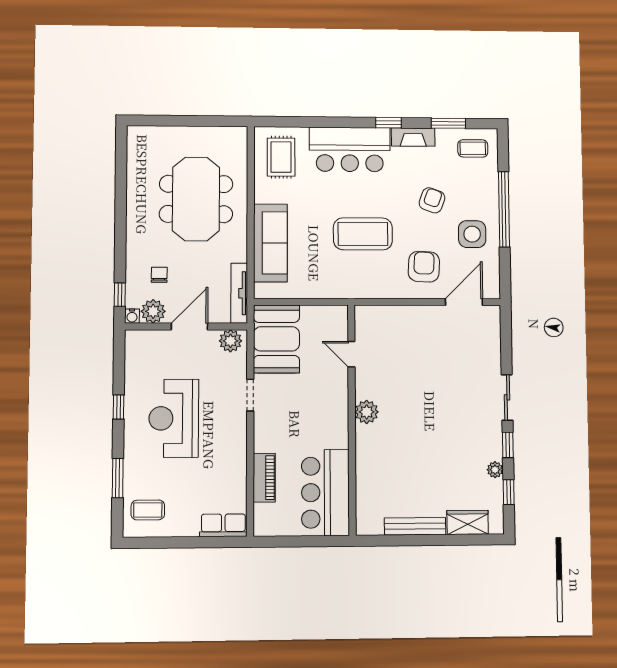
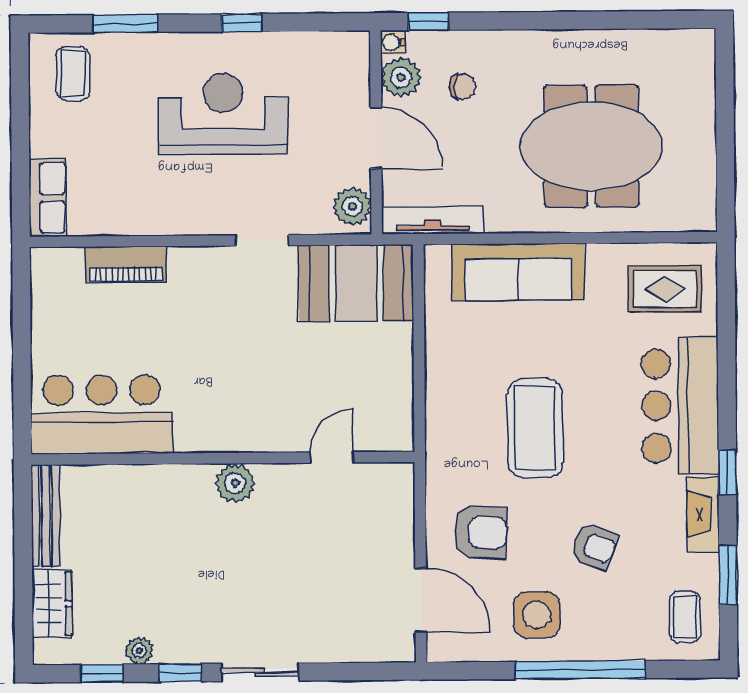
door: (351, 354) -> (332, 457), moved
plant: (367, 412) -> (235, 483), moved
wall: (352, 419) -> (223, 458), moved
bar counter: (325, 493) -> (102, 414), moved

